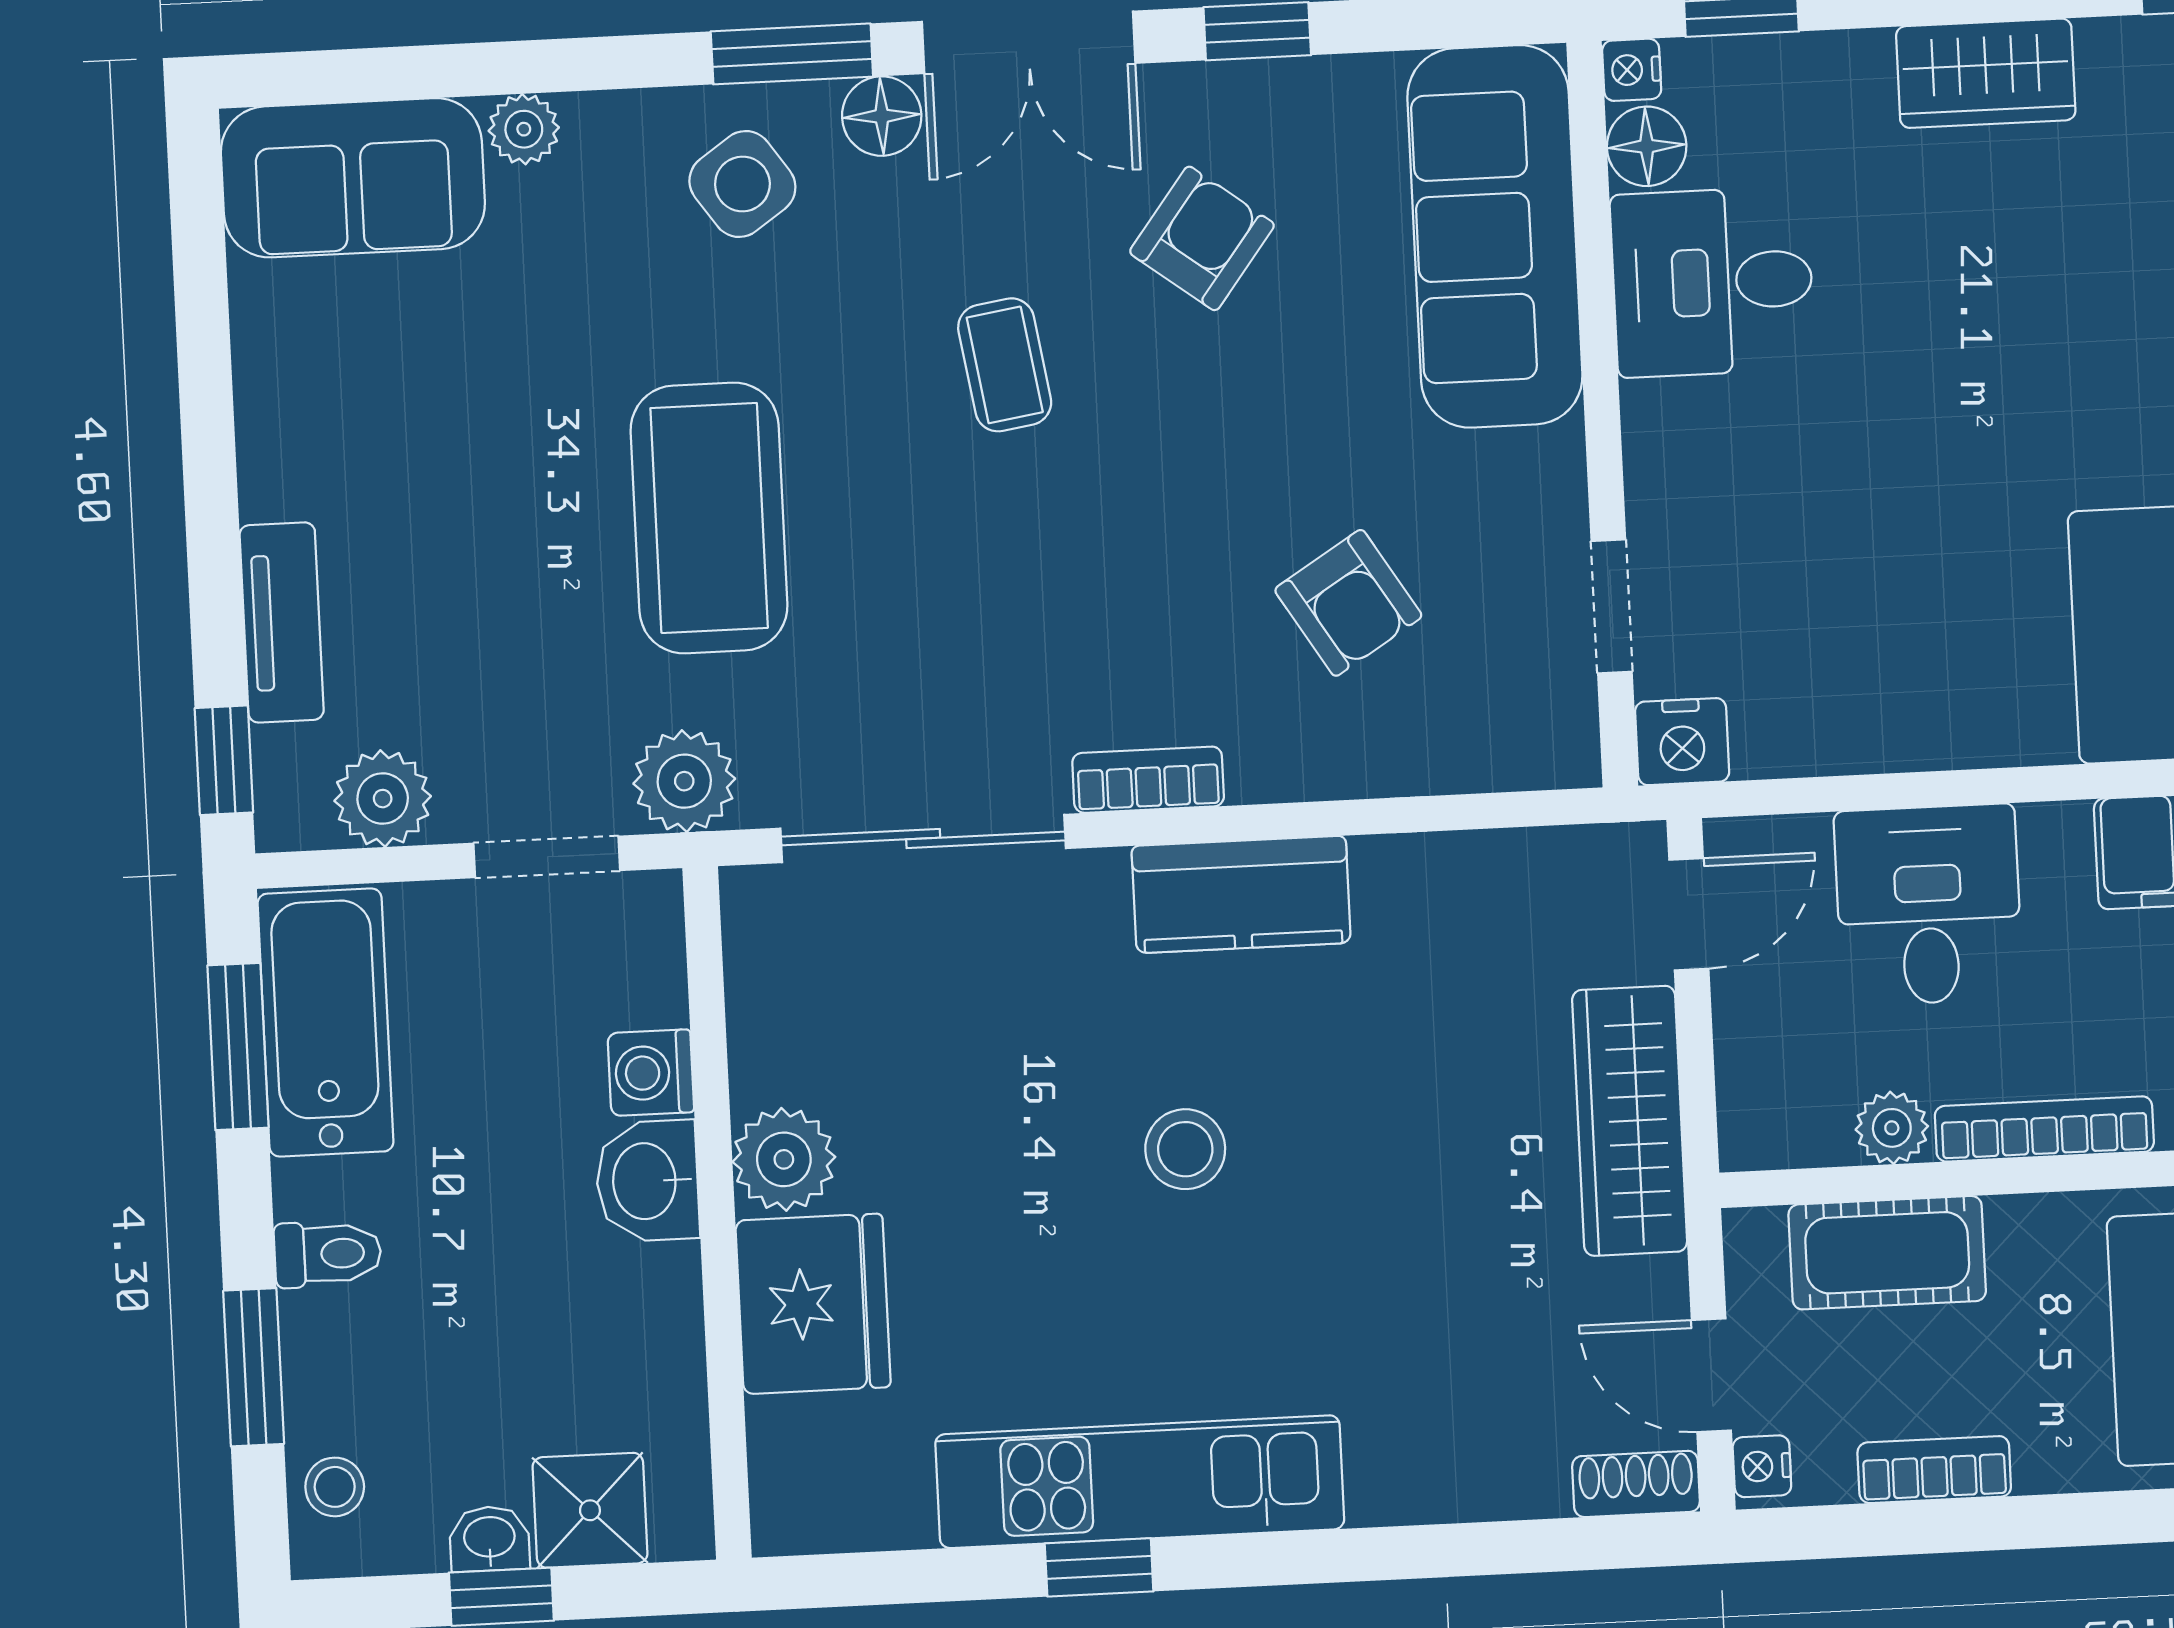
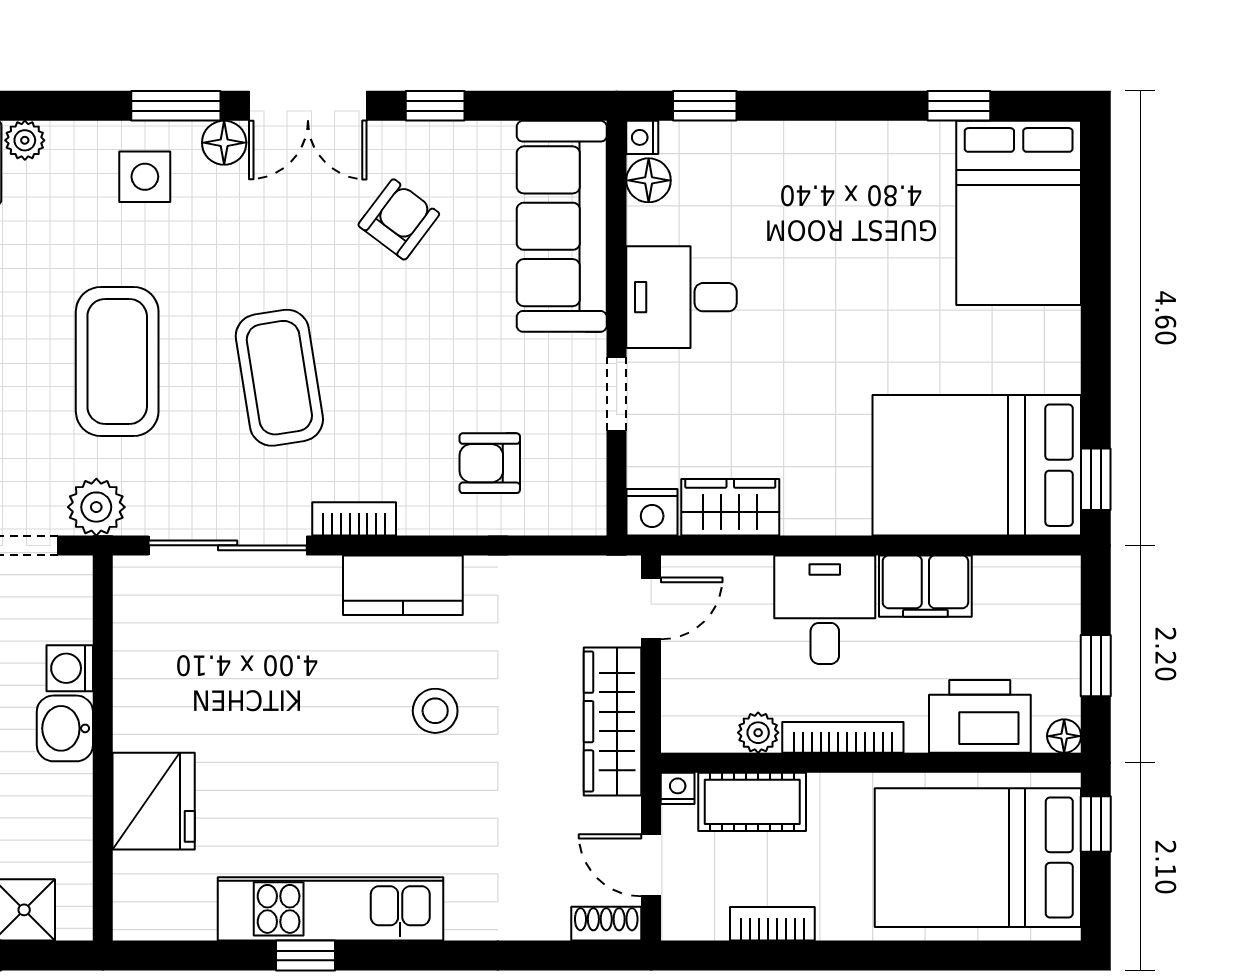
wardrobe: (1986, 73) -> (730, 507), moved, turned 180
side table: (742, 184) -> (145, 177), turned 35
desk: (1713, 282) -> (682, 297), moved
coffee table: (1005, 365) -> (279, 378), moved, width x1.86, depth x1.72
armchair: (1348, 603) -> (490, 463), moved, turned 122
doorway: (1612, 606) -> (617, 394), moved
desk: (1928, 905) -> (825, 610), moved
stool: (1185, 1149) -> (435, 711), moved
plant: (784, 1159) -> (141, 720), removed
nightstand: (1762, 1466) -> (678, 788), moved, turned 90

